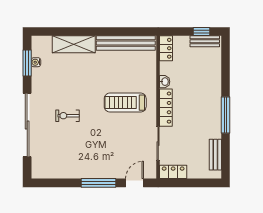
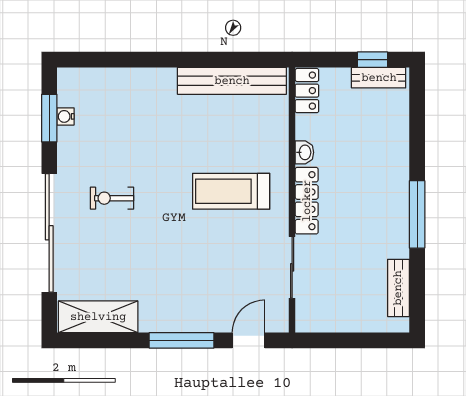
shelving: (74, 44) -> (98, 317), moved
exercise bike: (68, 116) -> (112, 198), moved
locker: (173, 172) -> (320, 320), removed

